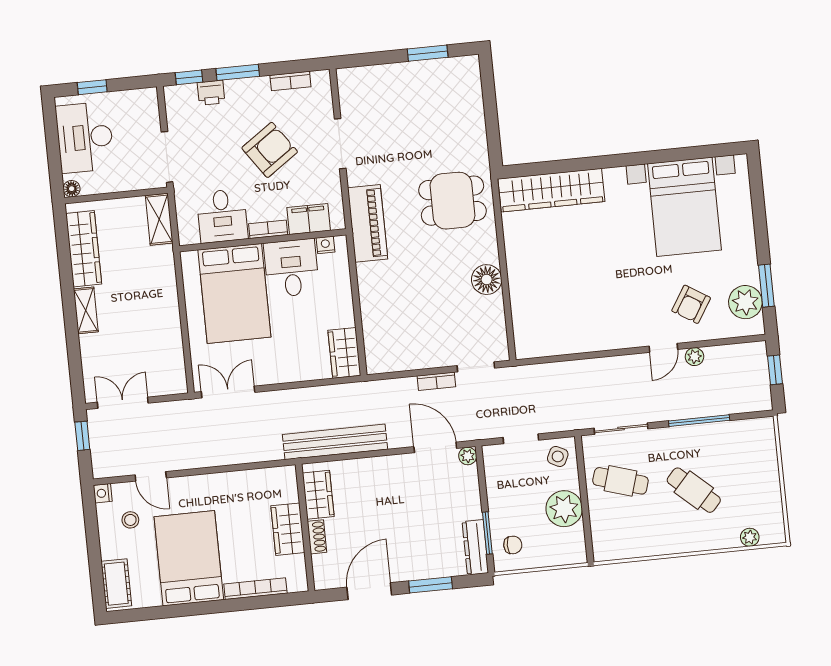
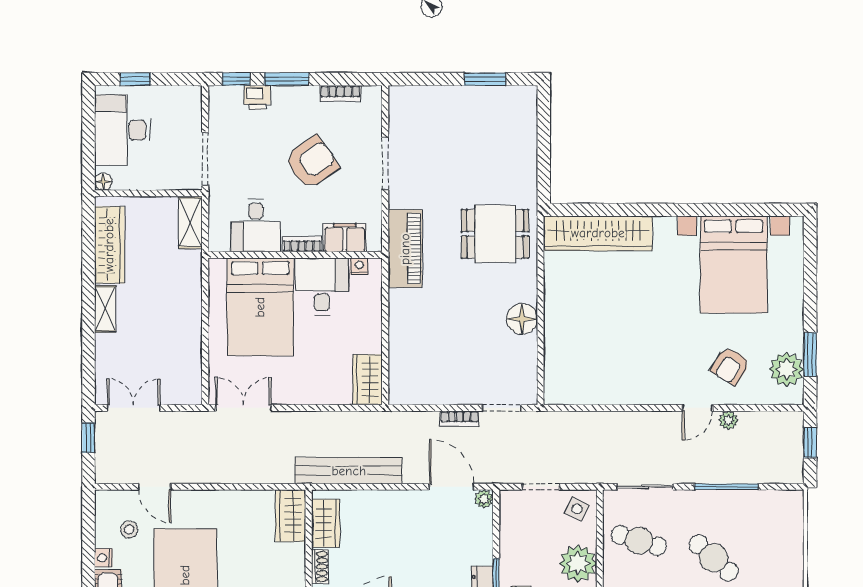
nightstand: (103, 493) -> (103, 558), moved
wardrobe: (288, 529) -> (291, 516), moved

